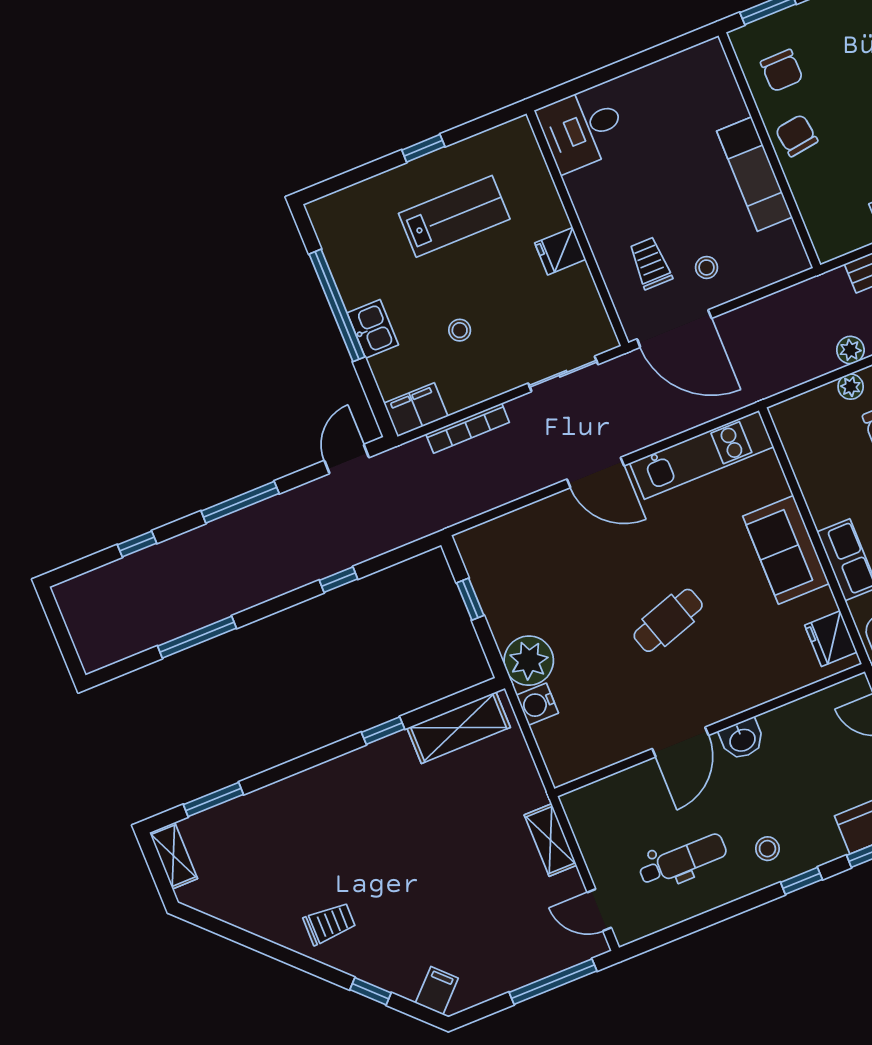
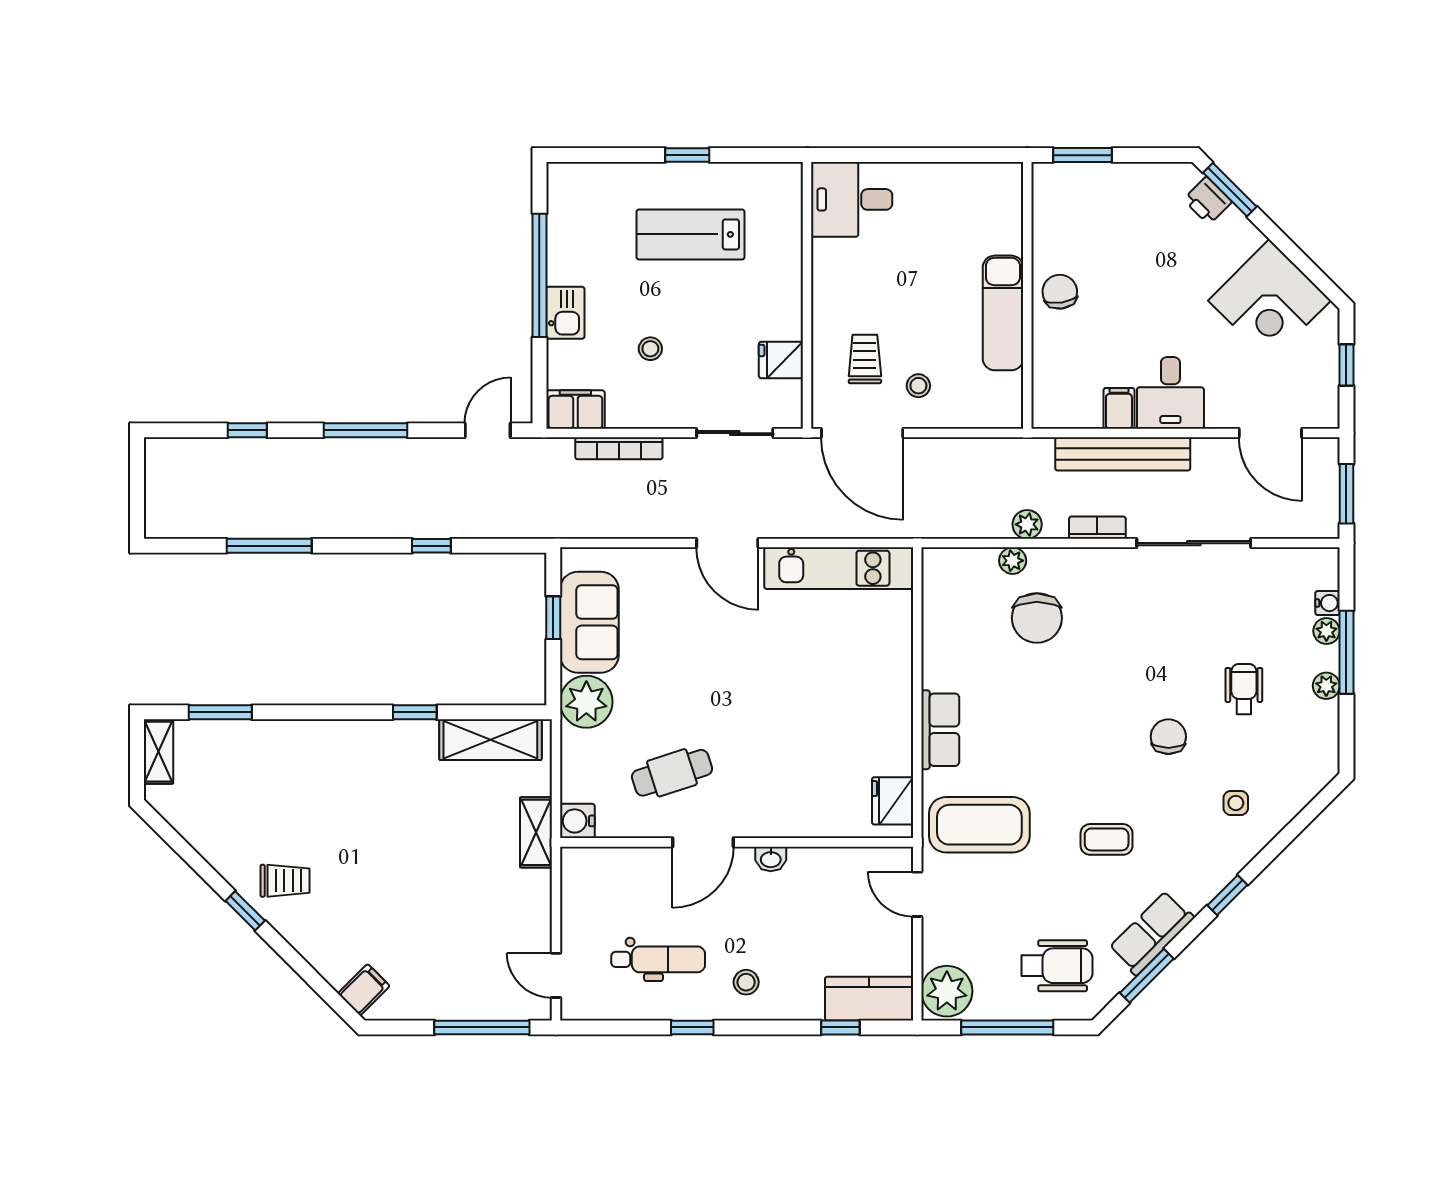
chair: (782, 71) -> (1071, 222), removed
lab bench: (454, 216) -> (690, 234), turned 180
fridge: (560, 251) -> (781, 360), moved
sofa: (786, 550) -> (589, 622), moved, turned 180
cafe table: (668, 620) -> (672, 773), moved
water cooler: (537, 704) -> (577, 821), moved
washbasin: (742, 739) -> (771, 859), width x0.72, depth x0.69
shelving: (551, 840) -> (536, 832), moved
window: (801, 881) -> (692, 1027), moved
window: (371, 991) -> (245, 911), moved

